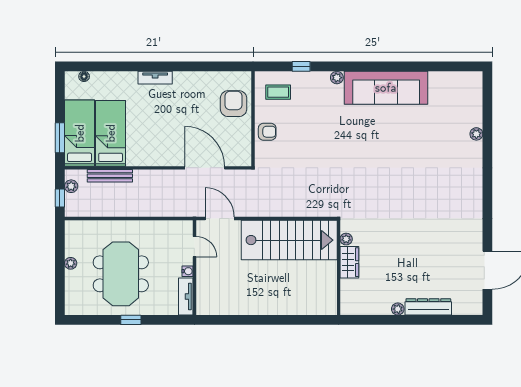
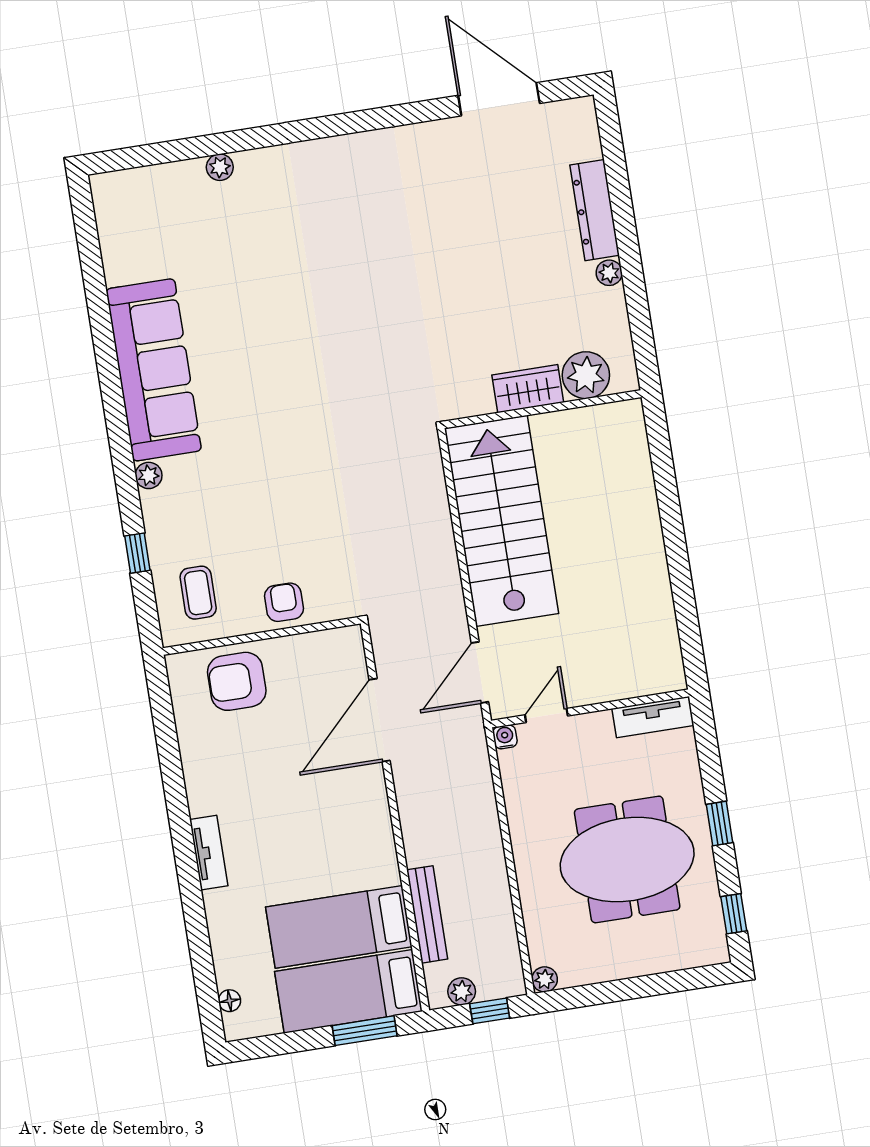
plant: (346, 239) -> (586, 375), moved, width x1.87, depth x1.87
plant: (71, 263) -> (545, 979), moved
water cooler: (187, 271) -> (505, 737), moved
window: (87, 320) -> (734, 914), added

